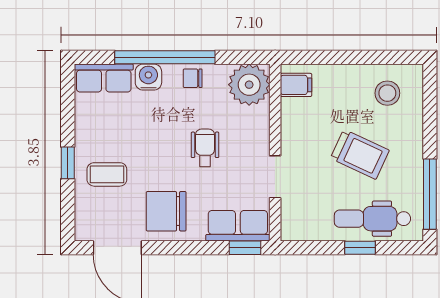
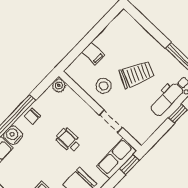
plant: (249, 85) -> (59, 85), width x0.53, depth x0.53
filing cabinet: (296, 85) -> (93, 54), moved, turned 90
stool: (387, 93) -> (104, 86), moved

